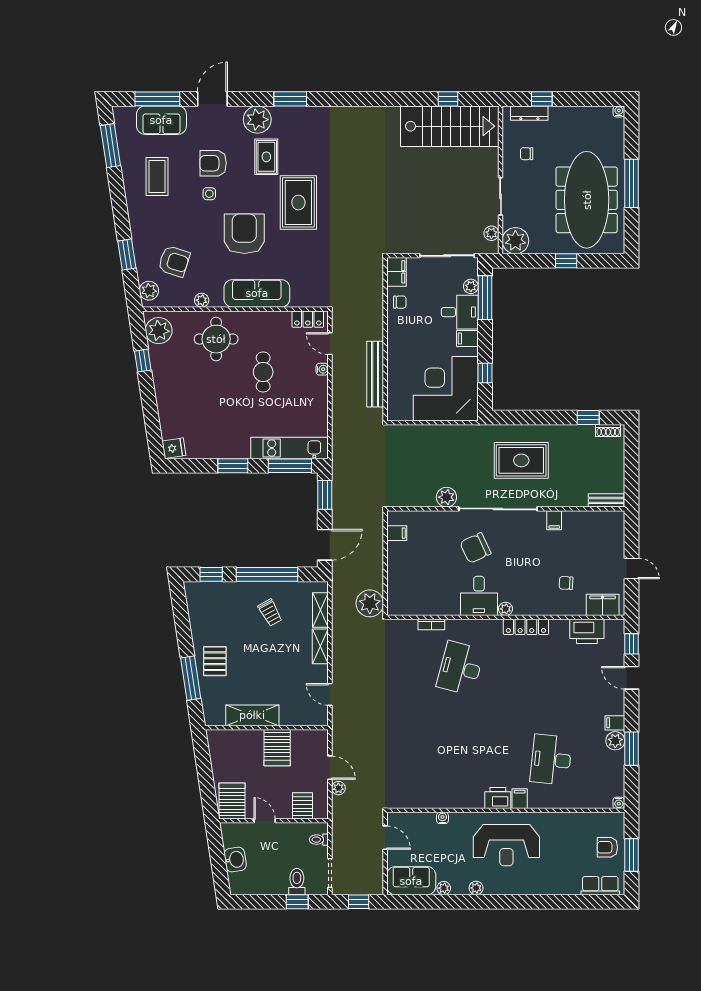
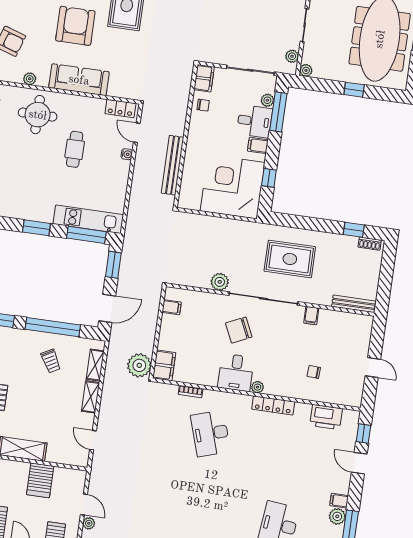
plant: (515, 241) -> (306, 70), width x0.53, depth x0.53
bench: (606, 500) -> (354, 304), width x1.36
filing cabinet: (603, 605) -> (164, 365), moved, turned 90
desk: (460, 668) -> (210, 433), turned -33

